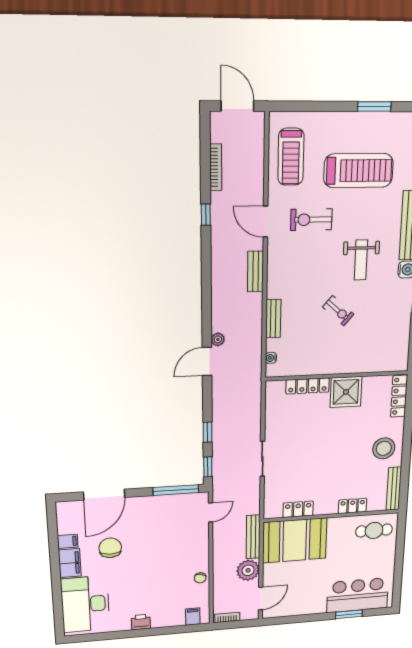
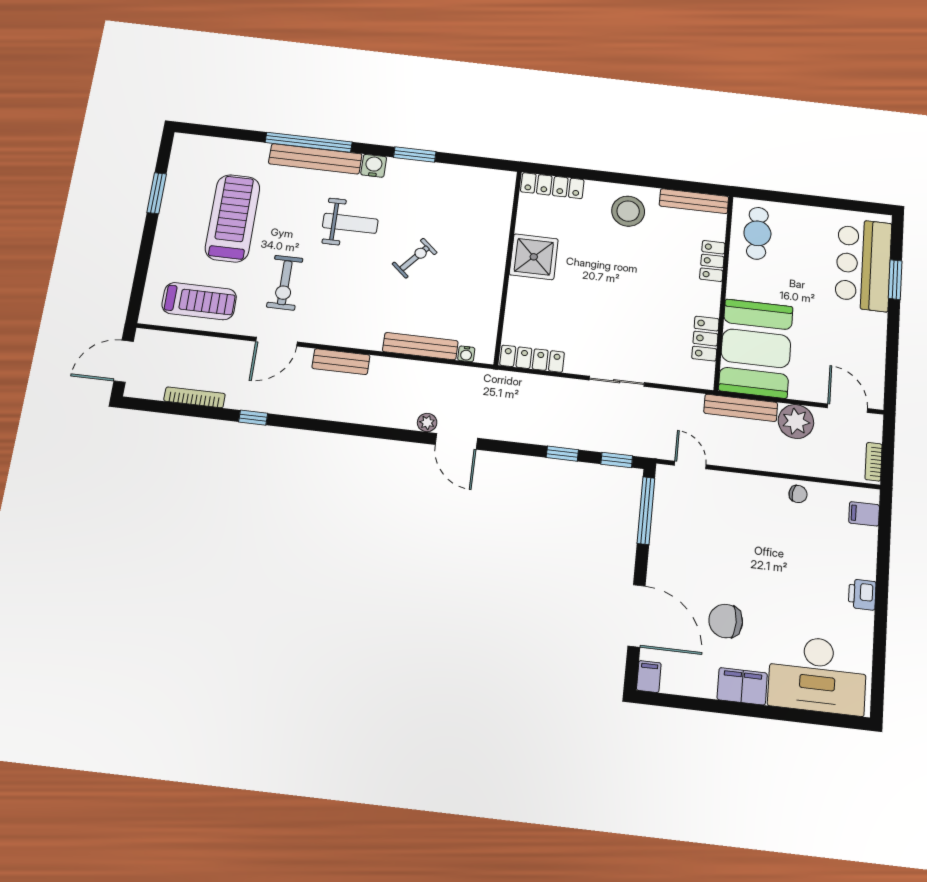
bench: (273, 319) -> (420, 346), width x1.36
locker: (308, 386) -> (532, 359), moved, turned -90
filing cabinet: (68, 541) -> (649, 677), moved

